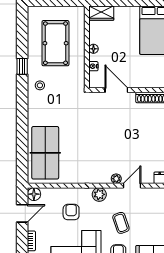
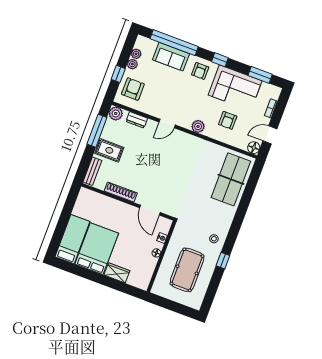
wardrobe: (101, 13) -> (117, 273), moved
plant: (116, 179) -> (178, 134), removed
coffee table: (121, 223) -> (189, 95), removed

